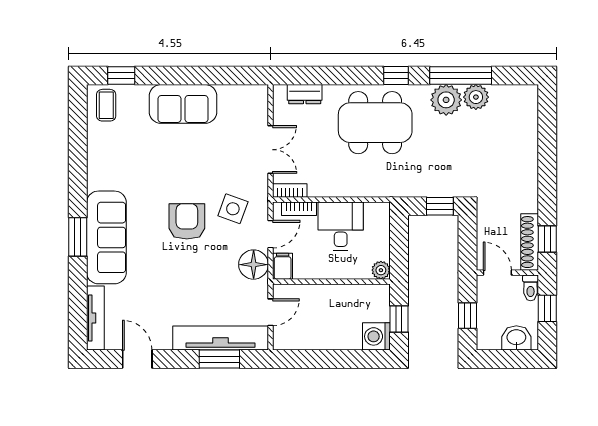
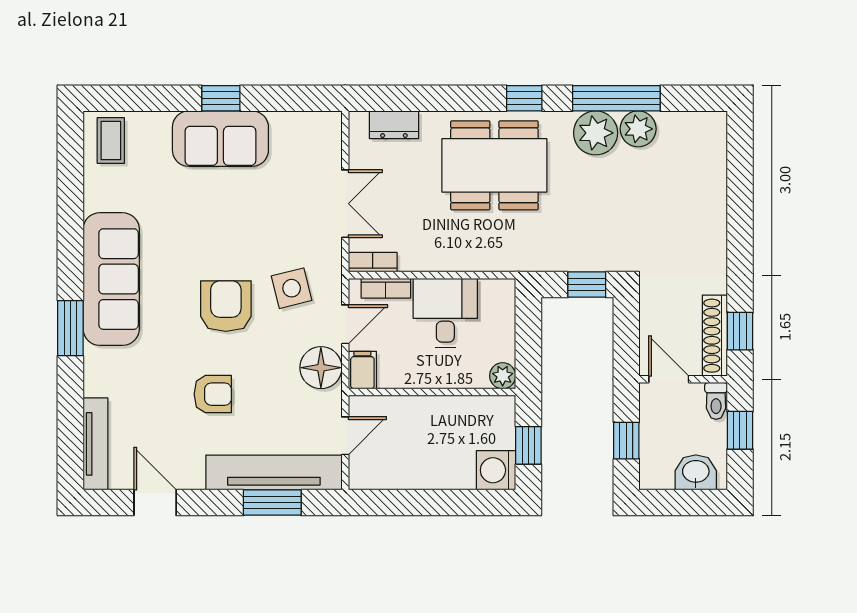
window: (121, 76) -> (221, 98), moved
side table: (233, 209) -> (292, 288), turned -34
sofa: (106, 237) -> (111, 279), moved
armchair: (178, 283) -> (213, 394), added

